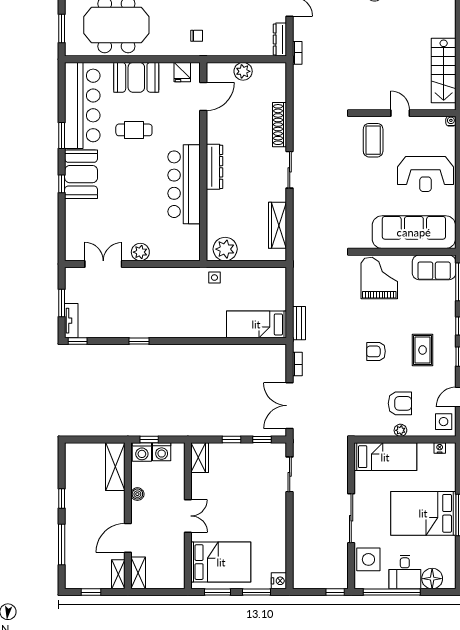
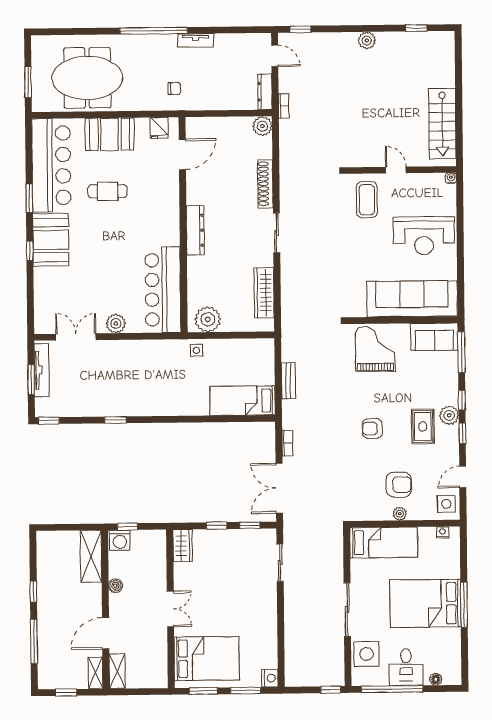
plant: (243, 71) -> (262, 126), moved
bar counter: (184, 184) -> (163, 290), moved
tv unit: (71, 321) -> (42, 370), moved, width x1.41
bench: (299, 323) -> (288, 381), moved
plant: (447, 340) -> (449, 415), added
washing machine: (162, 452) -> (141, 540), removed
floor lamp: (432, 579) -> (436, 679), width x0.53, depth x0.53

